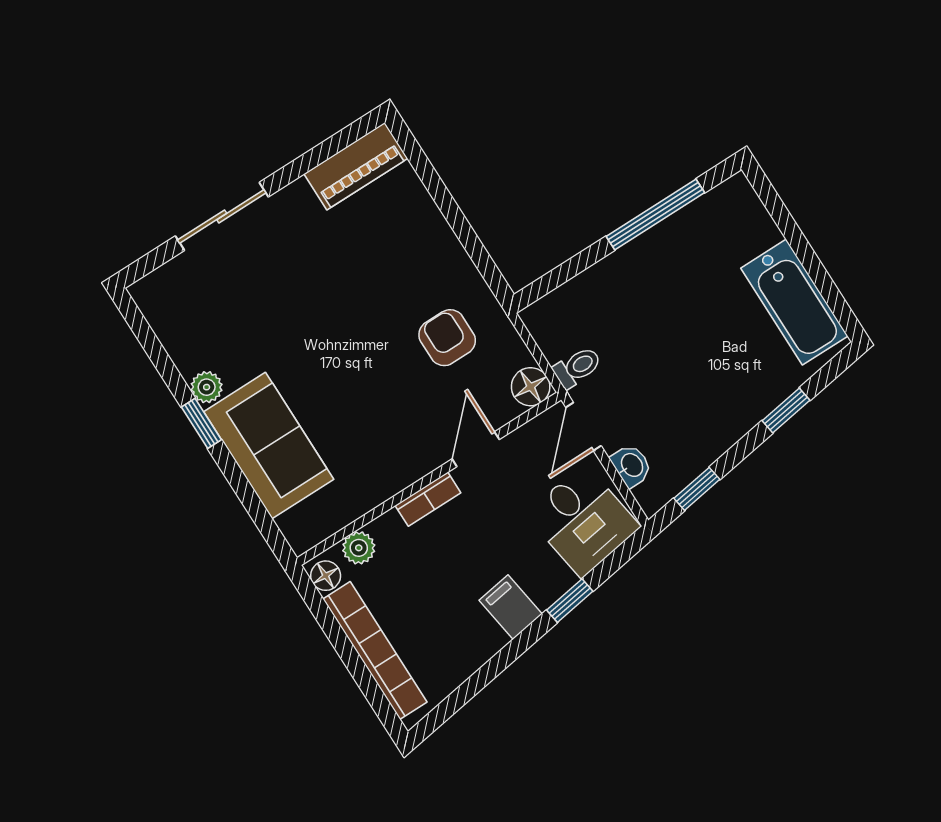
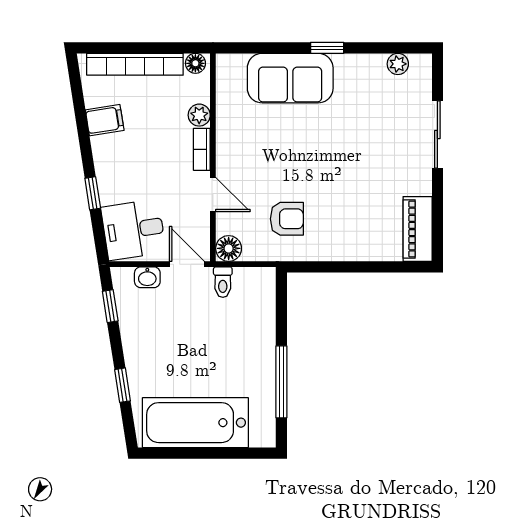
bathtub: (794, 302) -> (195, 423), width x1.36, depth x1.36
plant: (207, 387) -> (398, 64), moved
plant: (359, 548) -> (199, 115), moved
filing cabinet: (511, 607) -> (105, 120), moved

